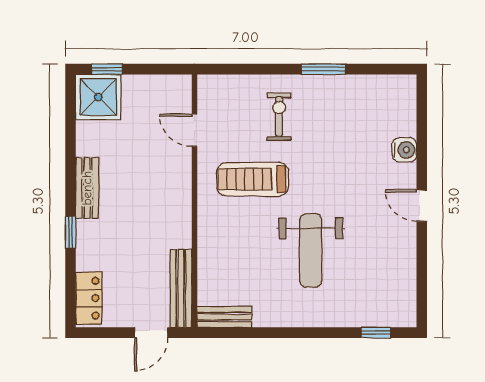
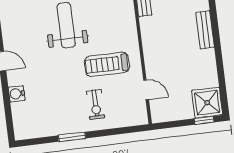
treadmill: (253, 179) -> (107, 64), turned 180
bench: (87, 188) -> (205, 30), moved
window: (70, 232) -> (214, 18), removed

